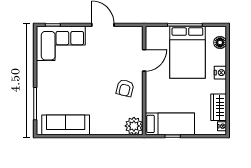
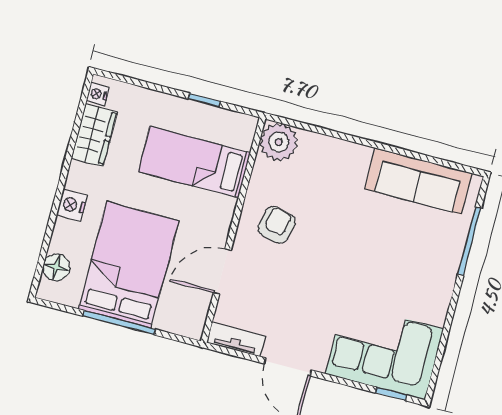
tv unit: (130, 31) -> (236, 339), added
bed: (170, 124) -> (194, 162), moved

